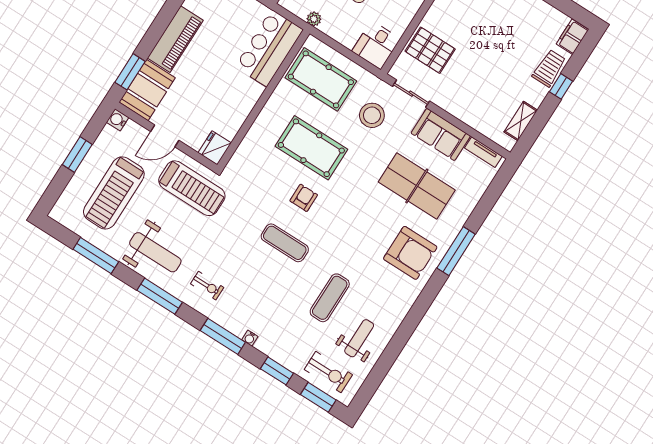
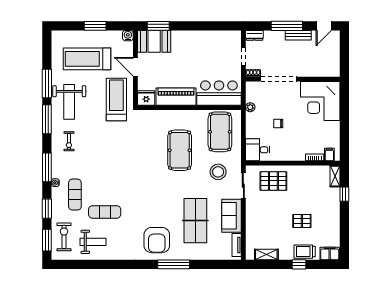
piano: (175, 39) -> (176, 97), moved, turned 180
pallet: (506, 46) -> (302, 221), added
pallet: (430, 50) -> (273, 181), turned 90
trolley: (549, 68) -> (305, 252), turned 180
treadmill: (192, 188) -> (116, 99), turned 180
armchair: (304, 198) -> (150, 163), removed
exercise mat: (285, 243) -> (75, 195), moved
window: (96, 256) -> (47, 83), moved
exercise bike: (328, 372) -> (64, 237), turned 180

